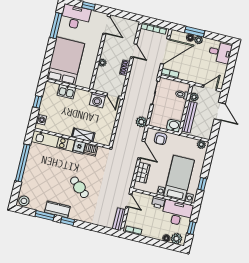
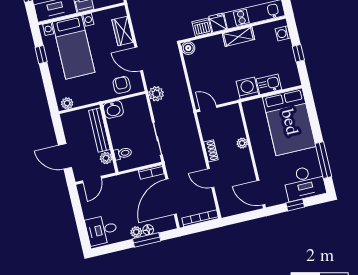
washing machine: (97, 100) -> (247, 88), moved
shelving: (83, 135) -> (238, 37), moved
boiler: (106, 141) -> (188, 48), added

